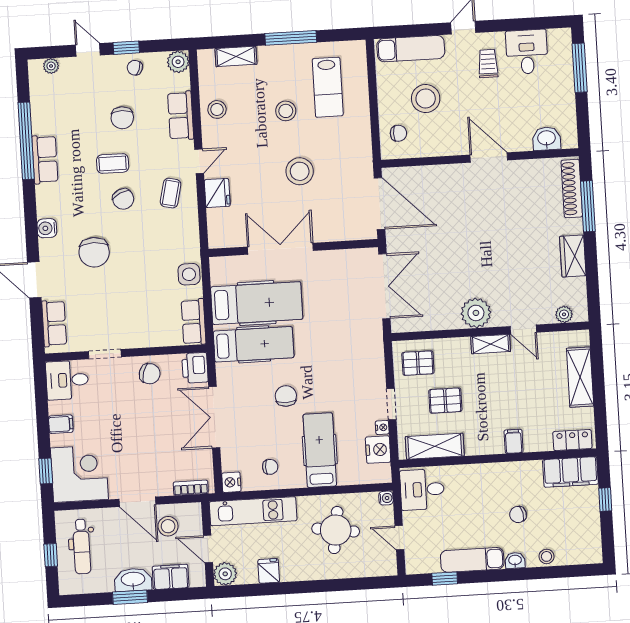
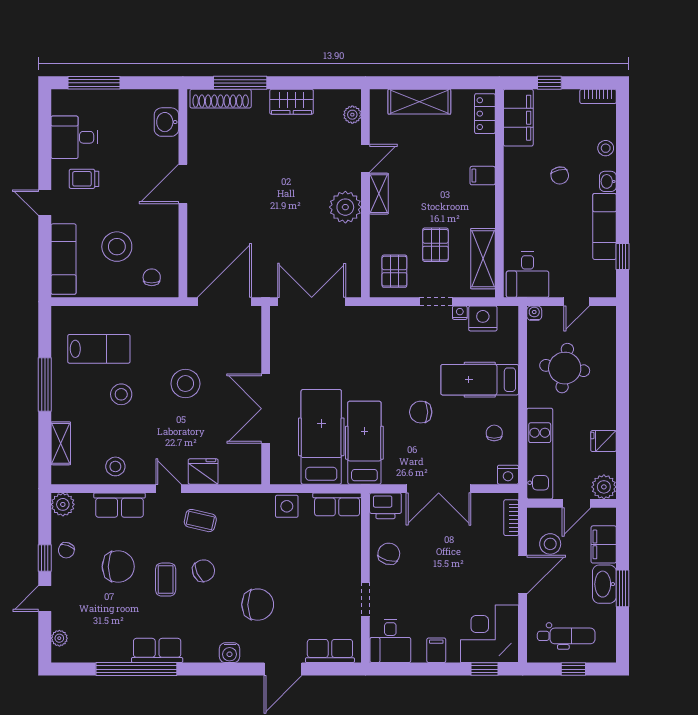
chair: (122, 118) -> (118, 567), width x1.37, depth x1.37
bookcase: (595, 546) -> (598, 96), added

